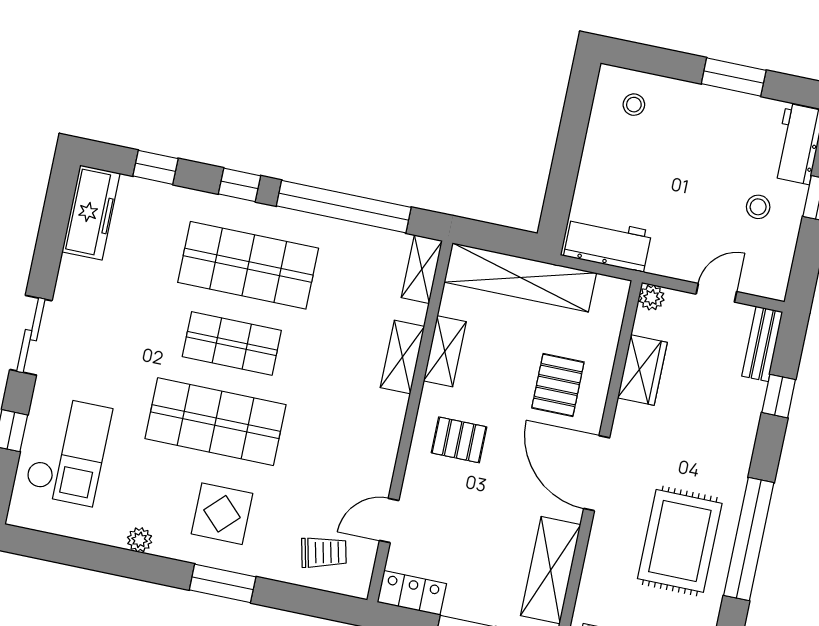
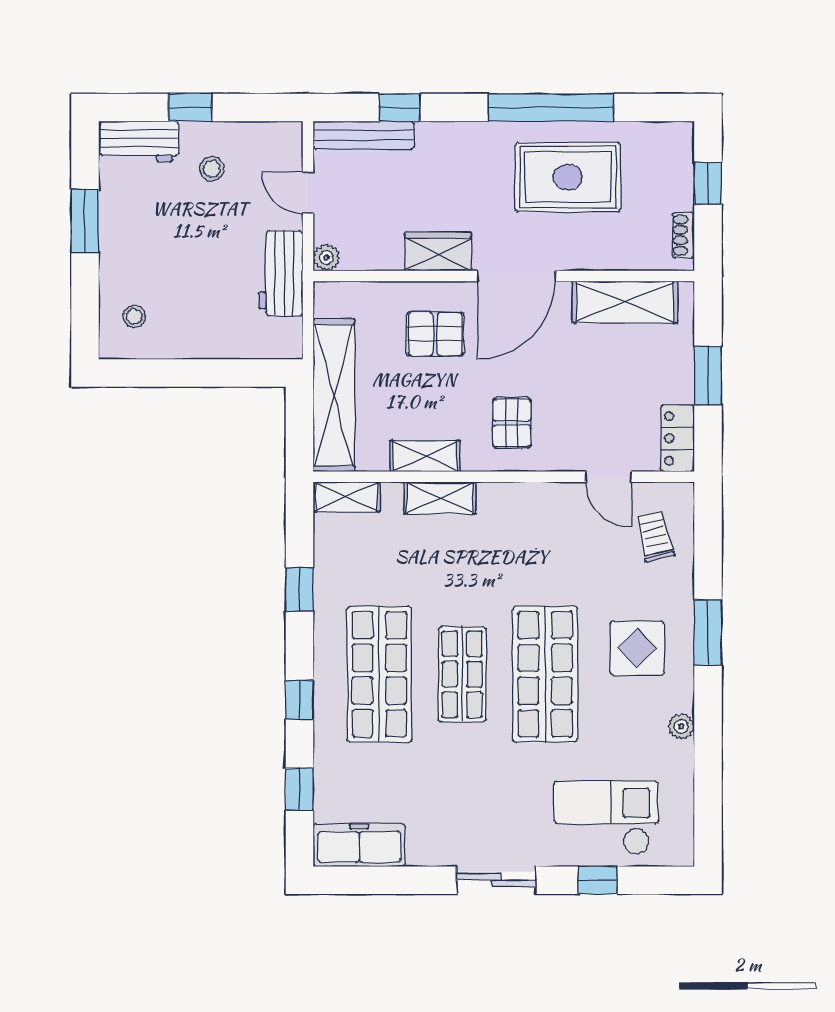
window: (344, 207) -> (299, 590), width x0.32
workbench: (608, 244) -> (281, 273), moved
bench: (762, 344) -> (364, 135), width x1.36
wardrobe: (642, 370) -> (438, 251), moved

